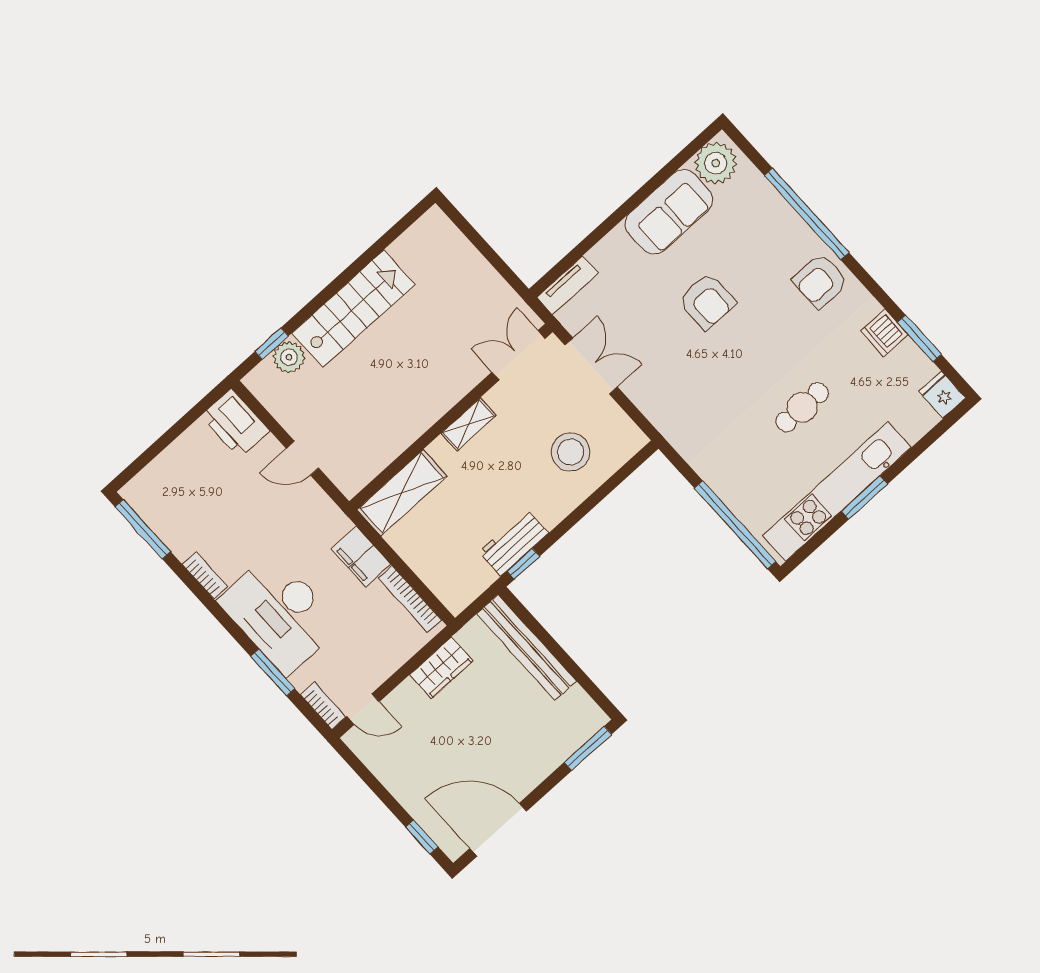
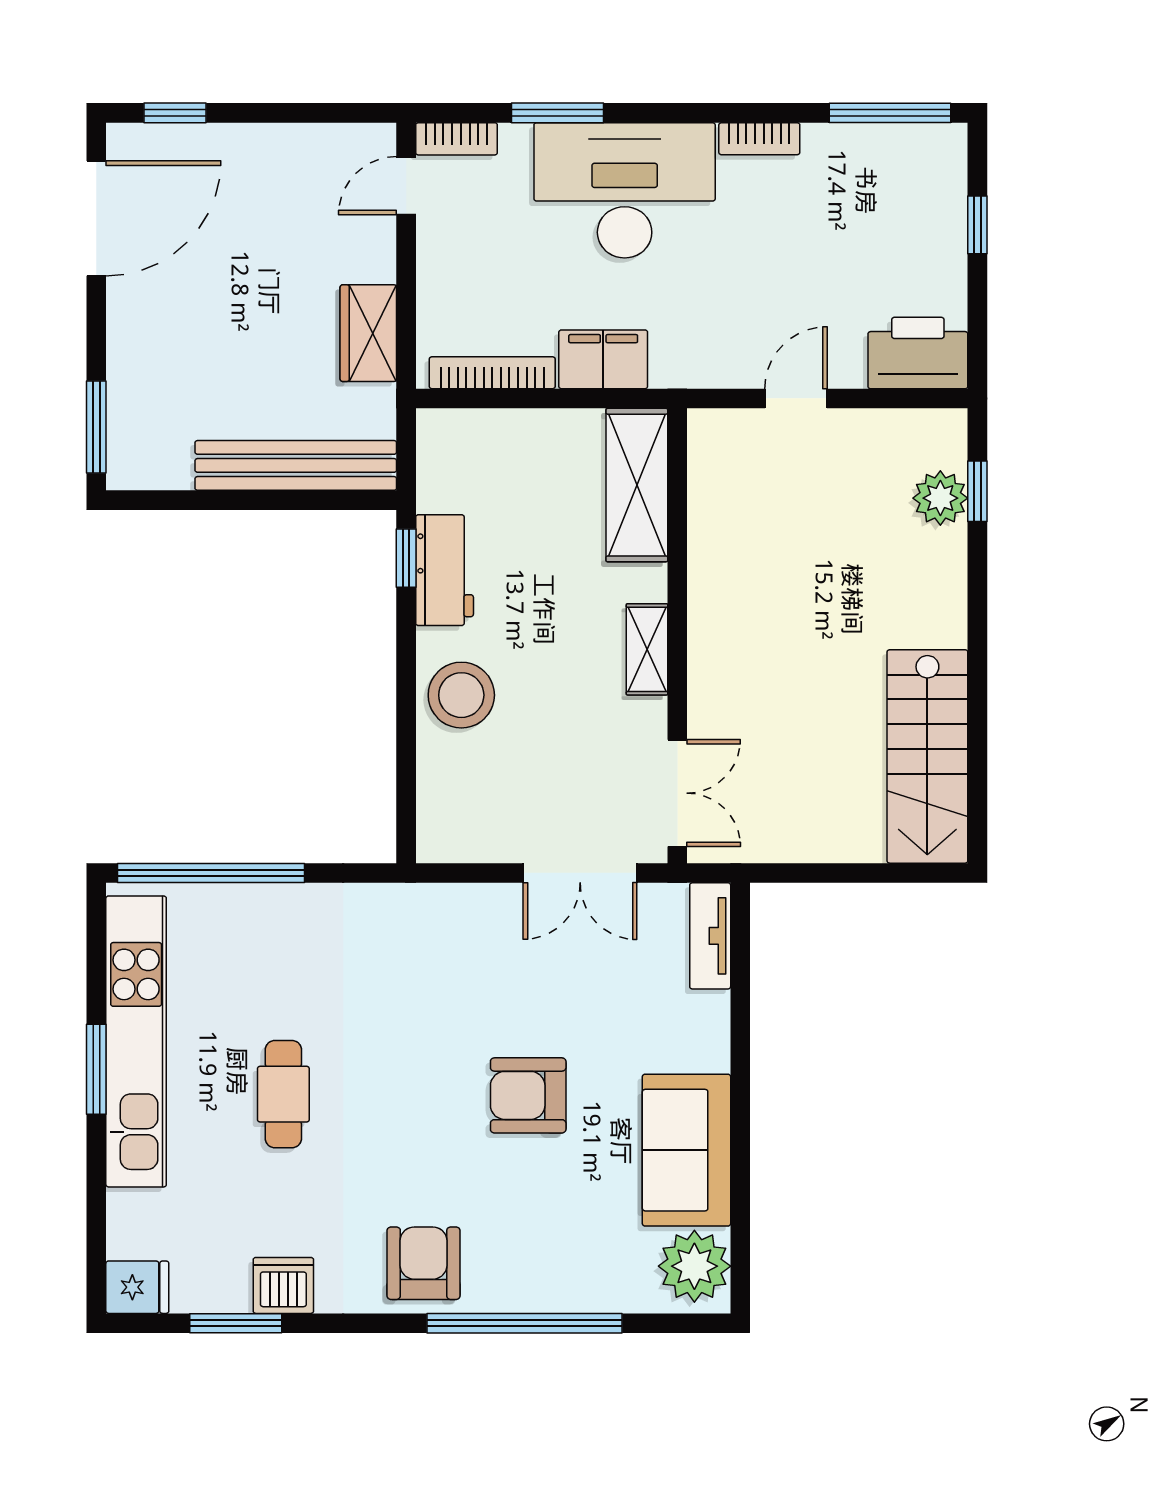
stairs: (353, 309) -> (927, 756), moved
window: (157, 448) -> (977, 225), added
stool: (571, 452) -> (461, 695), moved

